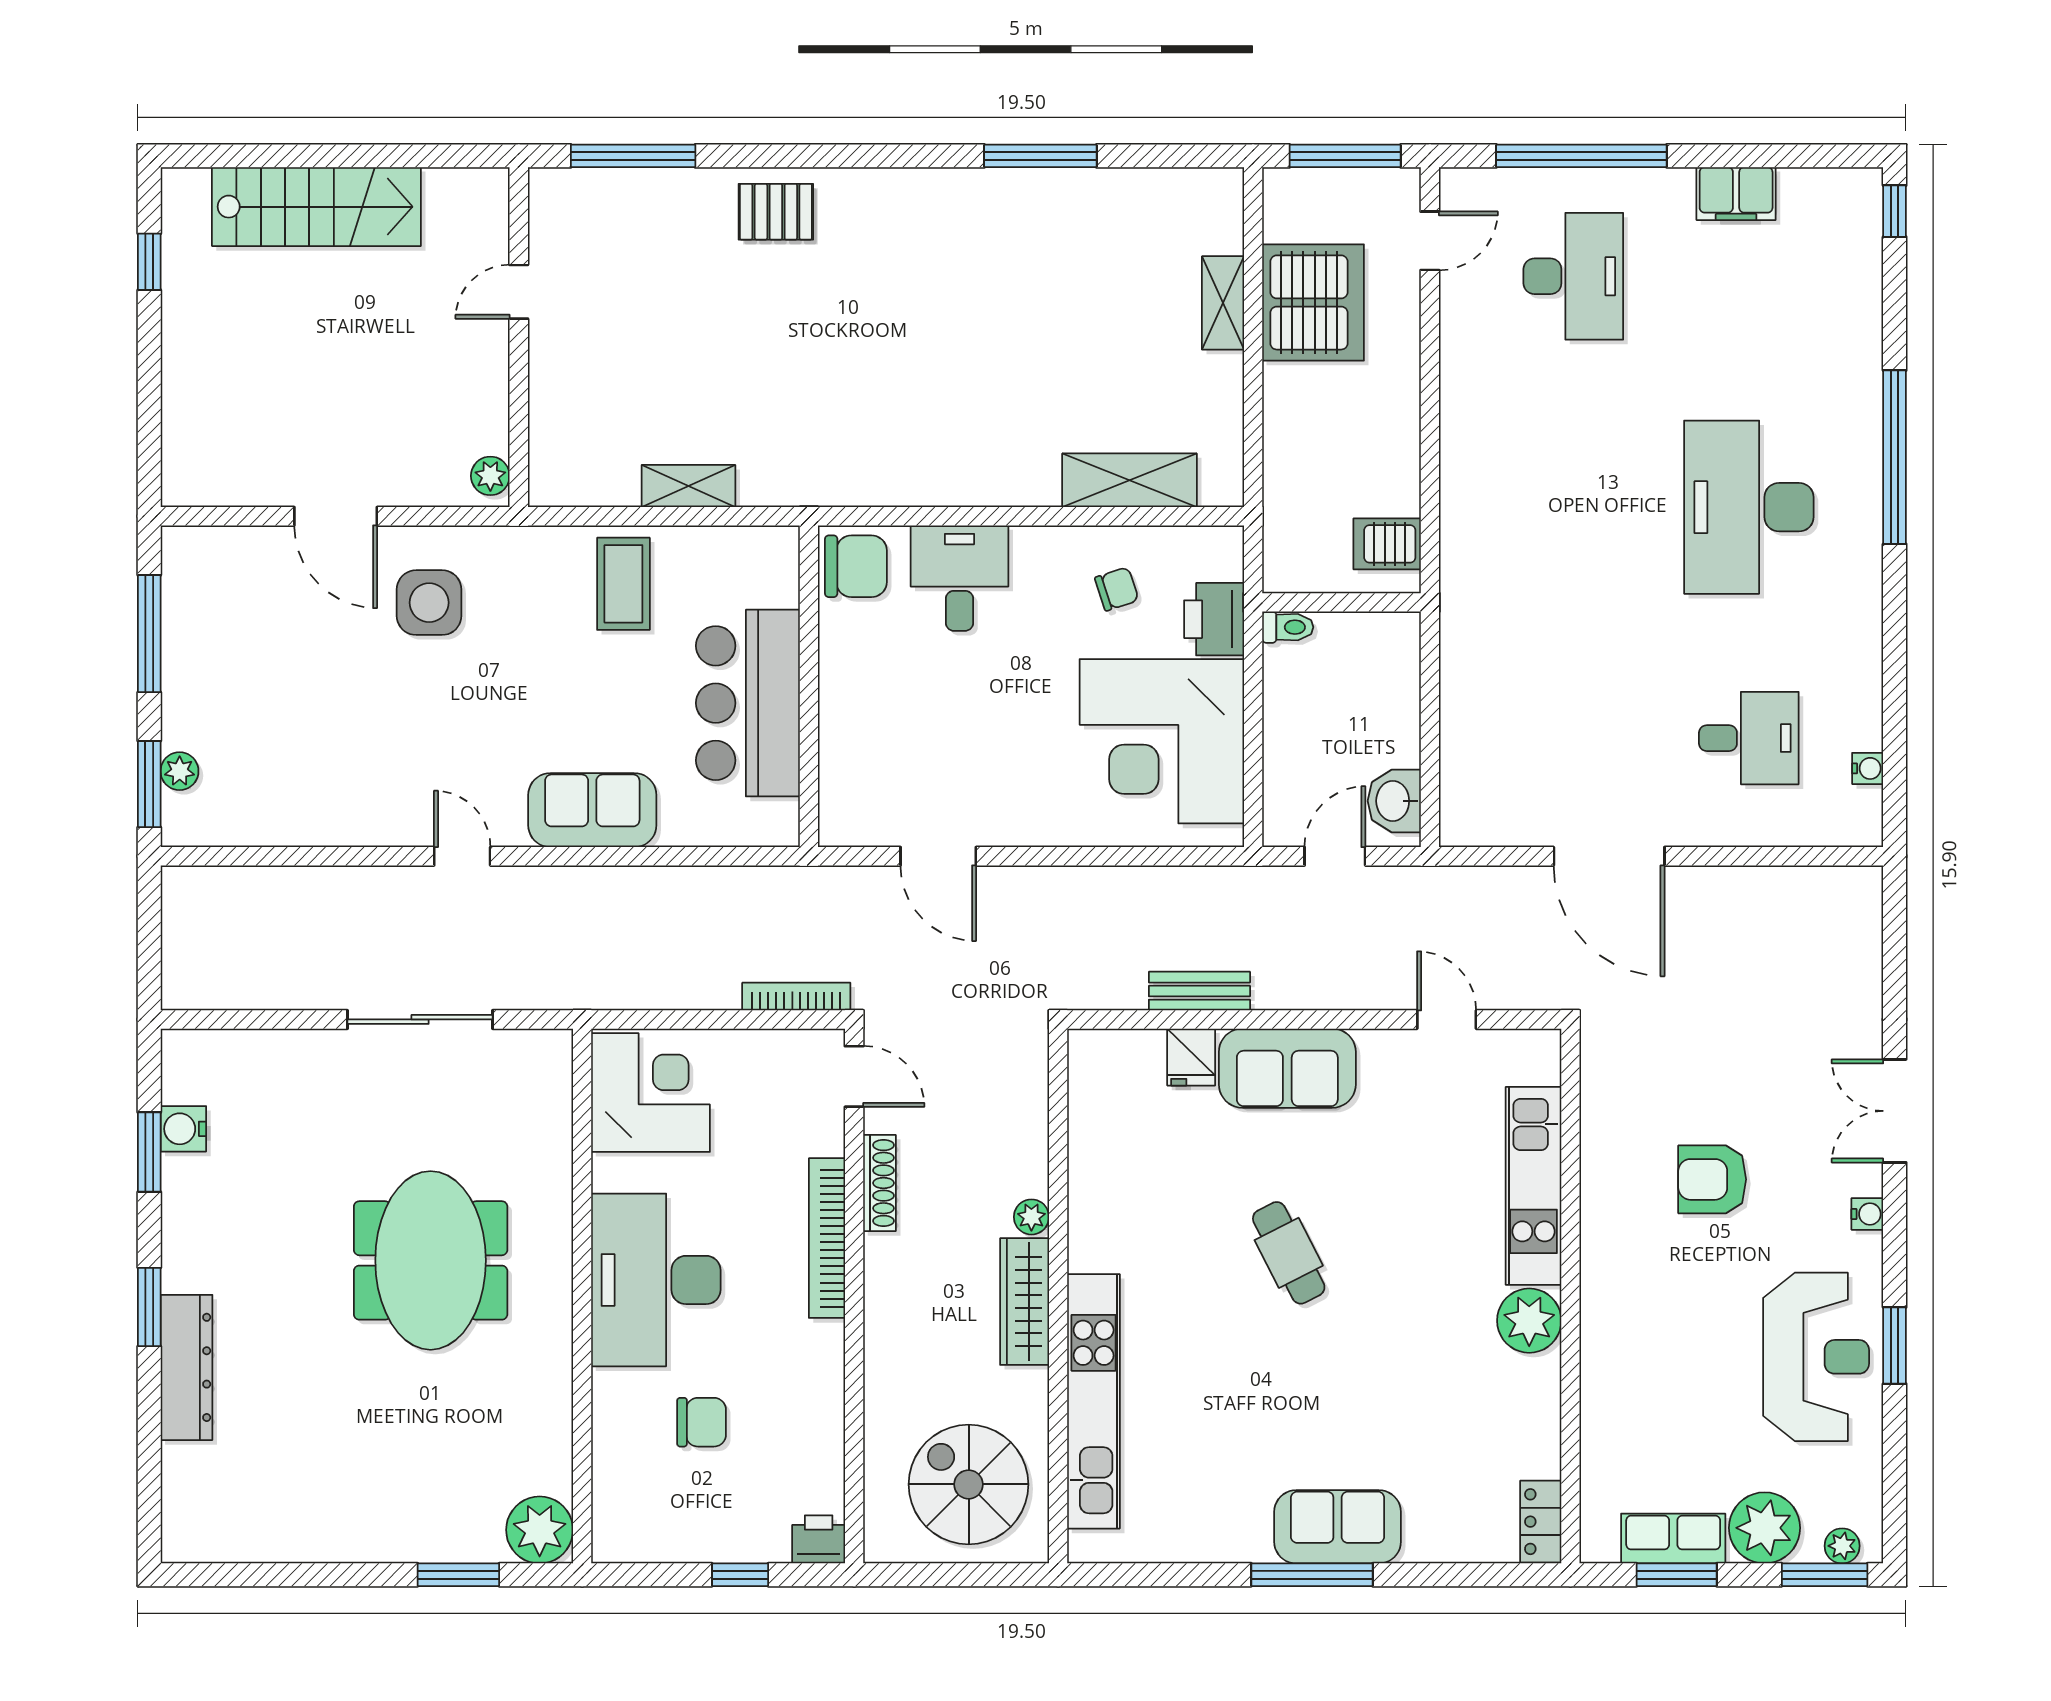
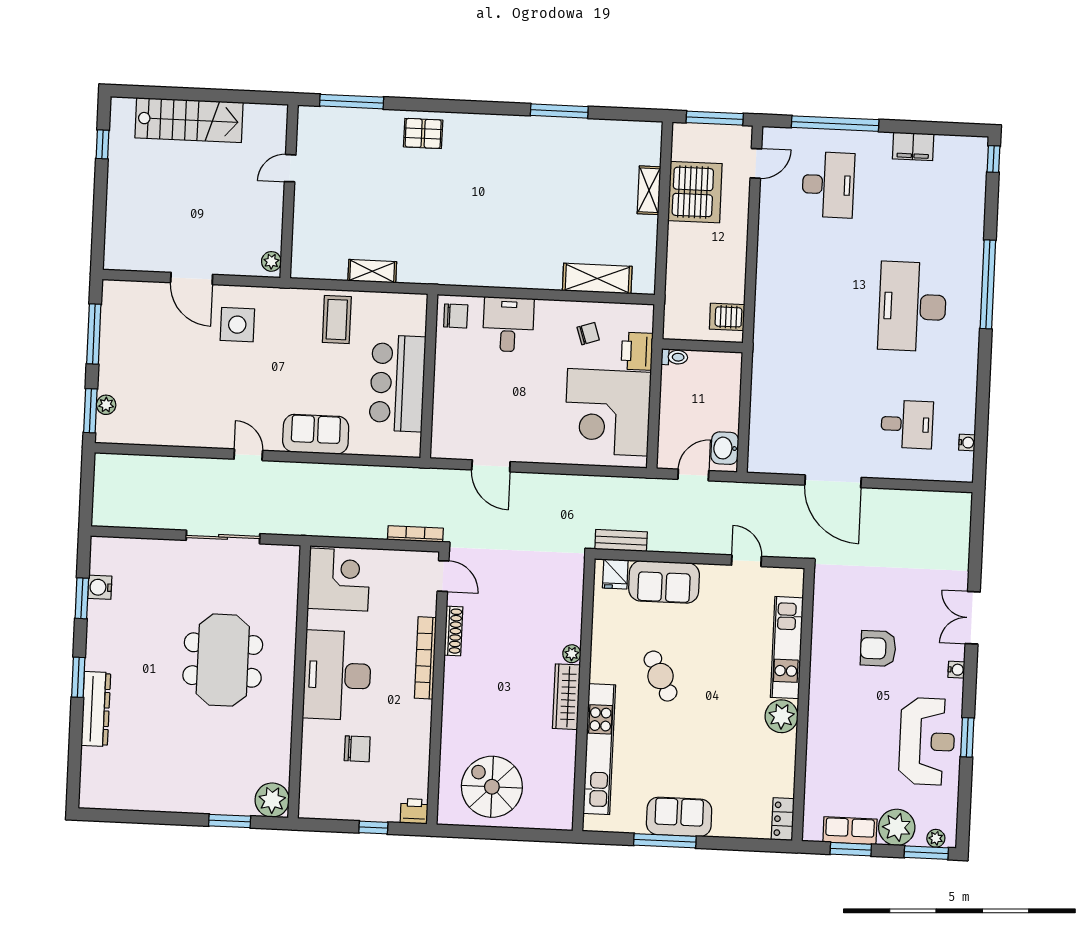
chair: (856, 566) -> (456, 316), width x0.73, depth x0.73
plant: (1031, 1217) -> (572, 654), moved
wall: (1058, 1296) -> (584, 695), moved
wardrobe: (1025, 1302) -> (566, 697), moved
kitchen unit: (1094, 1401) -> (599, 749), moved

